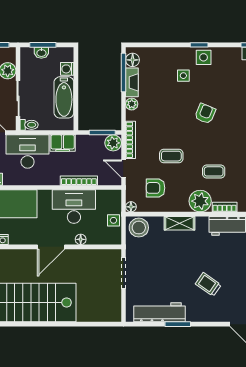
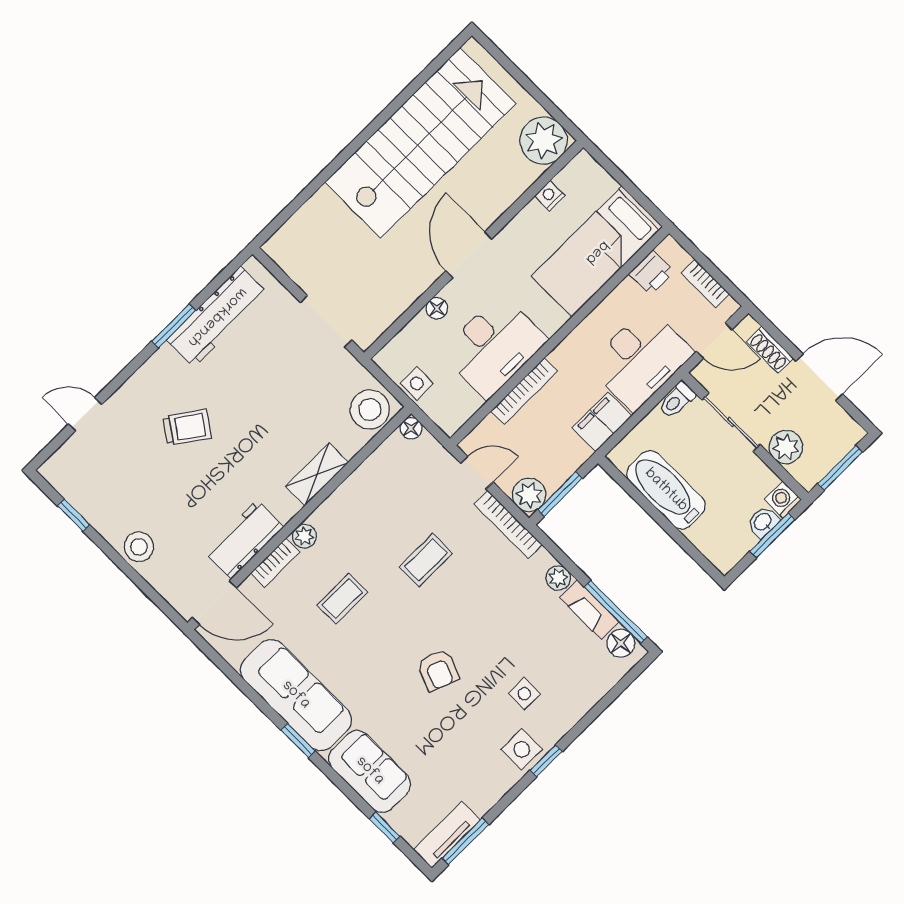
washing machine: (67, 69) -> (783, 500), moved, turned -90
armchair: (156, 188) -> (403, 491), removed
plant: (200, 201) -> (304, 536), width x0.53, depth x0.53

